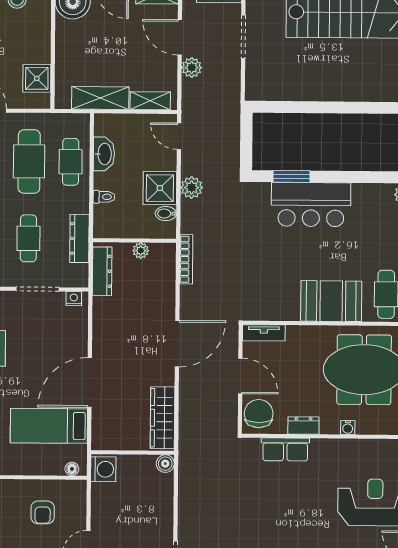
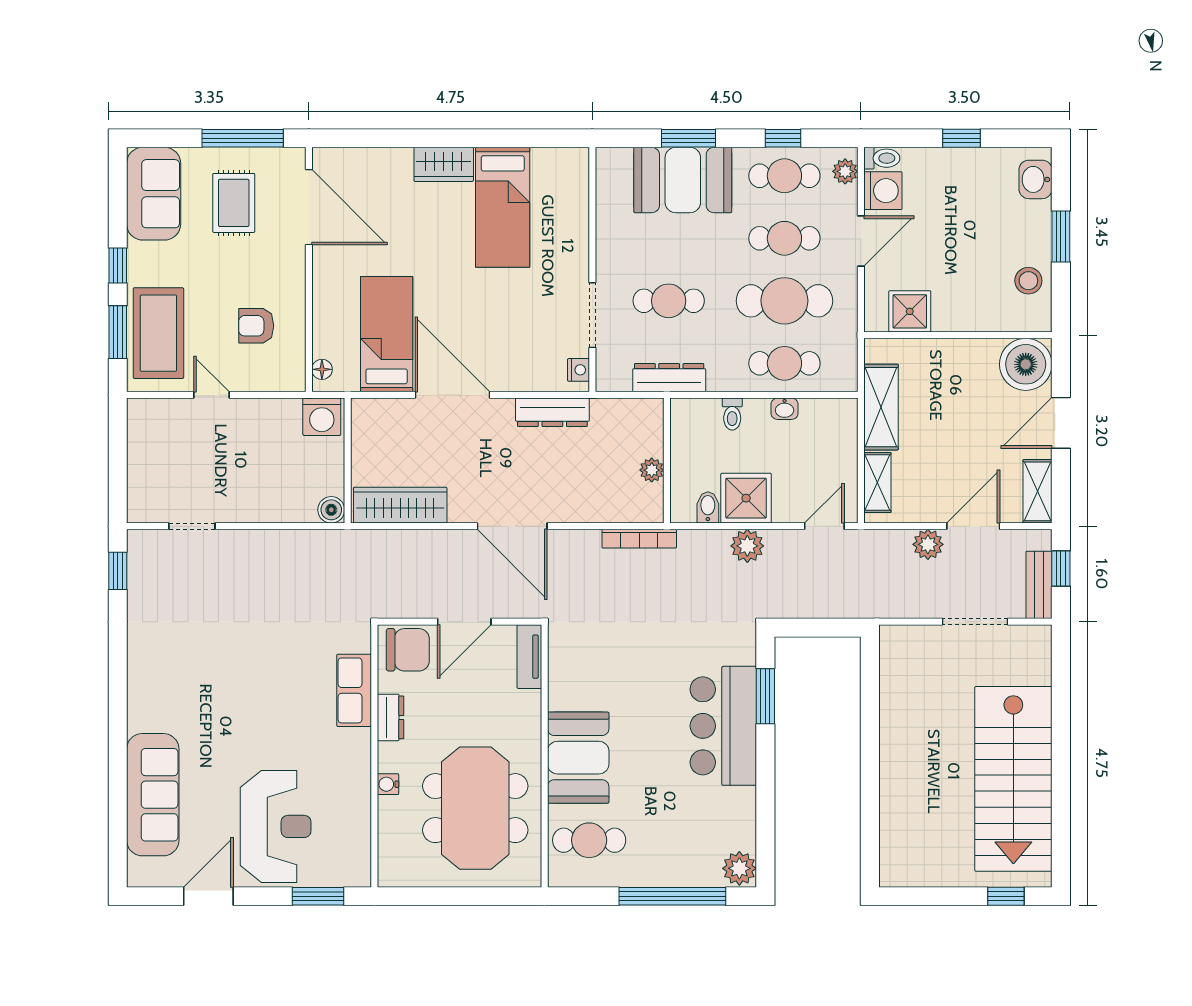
washbasin: (104, 154) -> (785, 409), width x0.52, depth x0.69
dresser: (102, 271) -> (552, 412), moved

